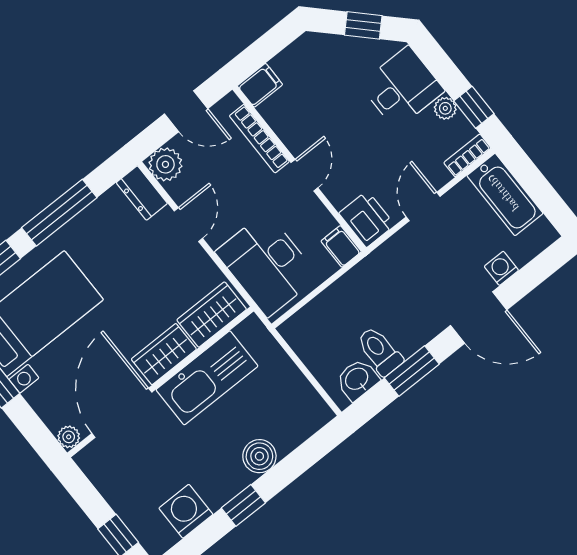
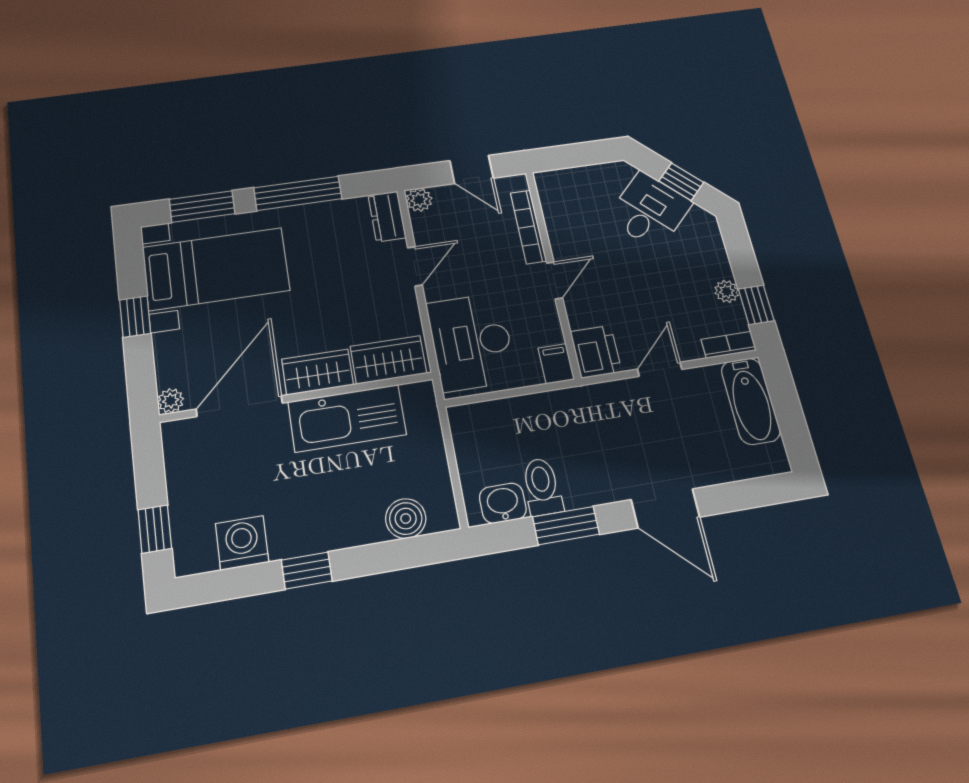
filing cabinet: (260, 85) -> (555, 183), removed
desk: (402, 88) -> (649, 210), moved, turned -45
plant: (165, 164) -> (419, 200), width x0.73, depth x0.73
washing machine: (501, 268) -> (713, 471), removed
boiler: (259, 456) -> (406, 519), moved

